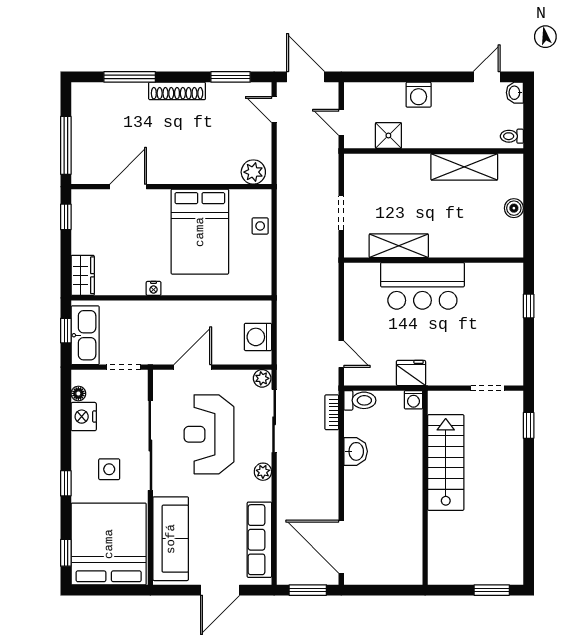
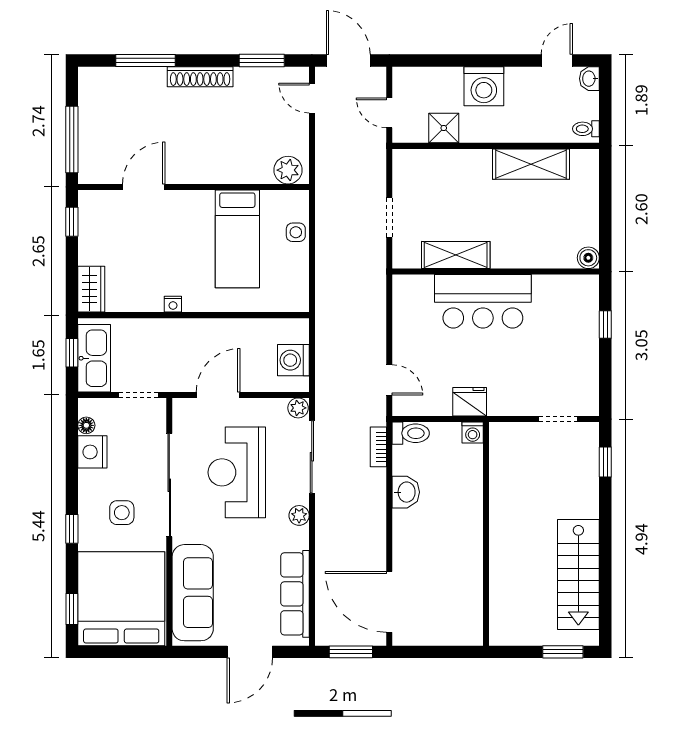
washing machine: (419, 95) -> (484, 86), width x1.37, depth x1.37
boiler: (514, 208) -> (588, 258), moved
bed: (200, 232) -> (237, 239), width x0.67
stairs: (446, 462) -> (578, 574), moved, turned 180

